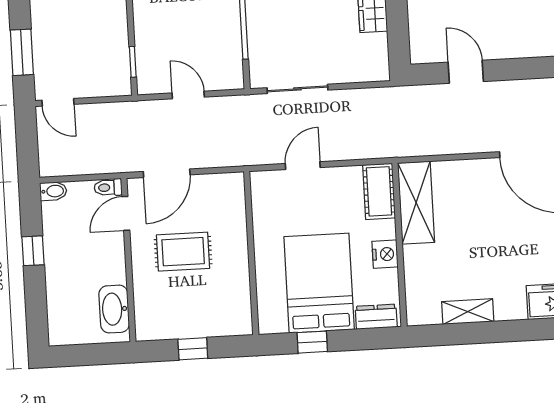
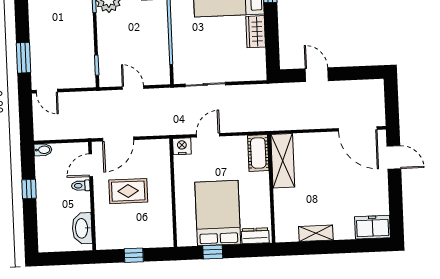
toilet: (108, 187) -> (81, 186), moved
nightstand: (385, 254) -> (182, 146), moved, turned -90

